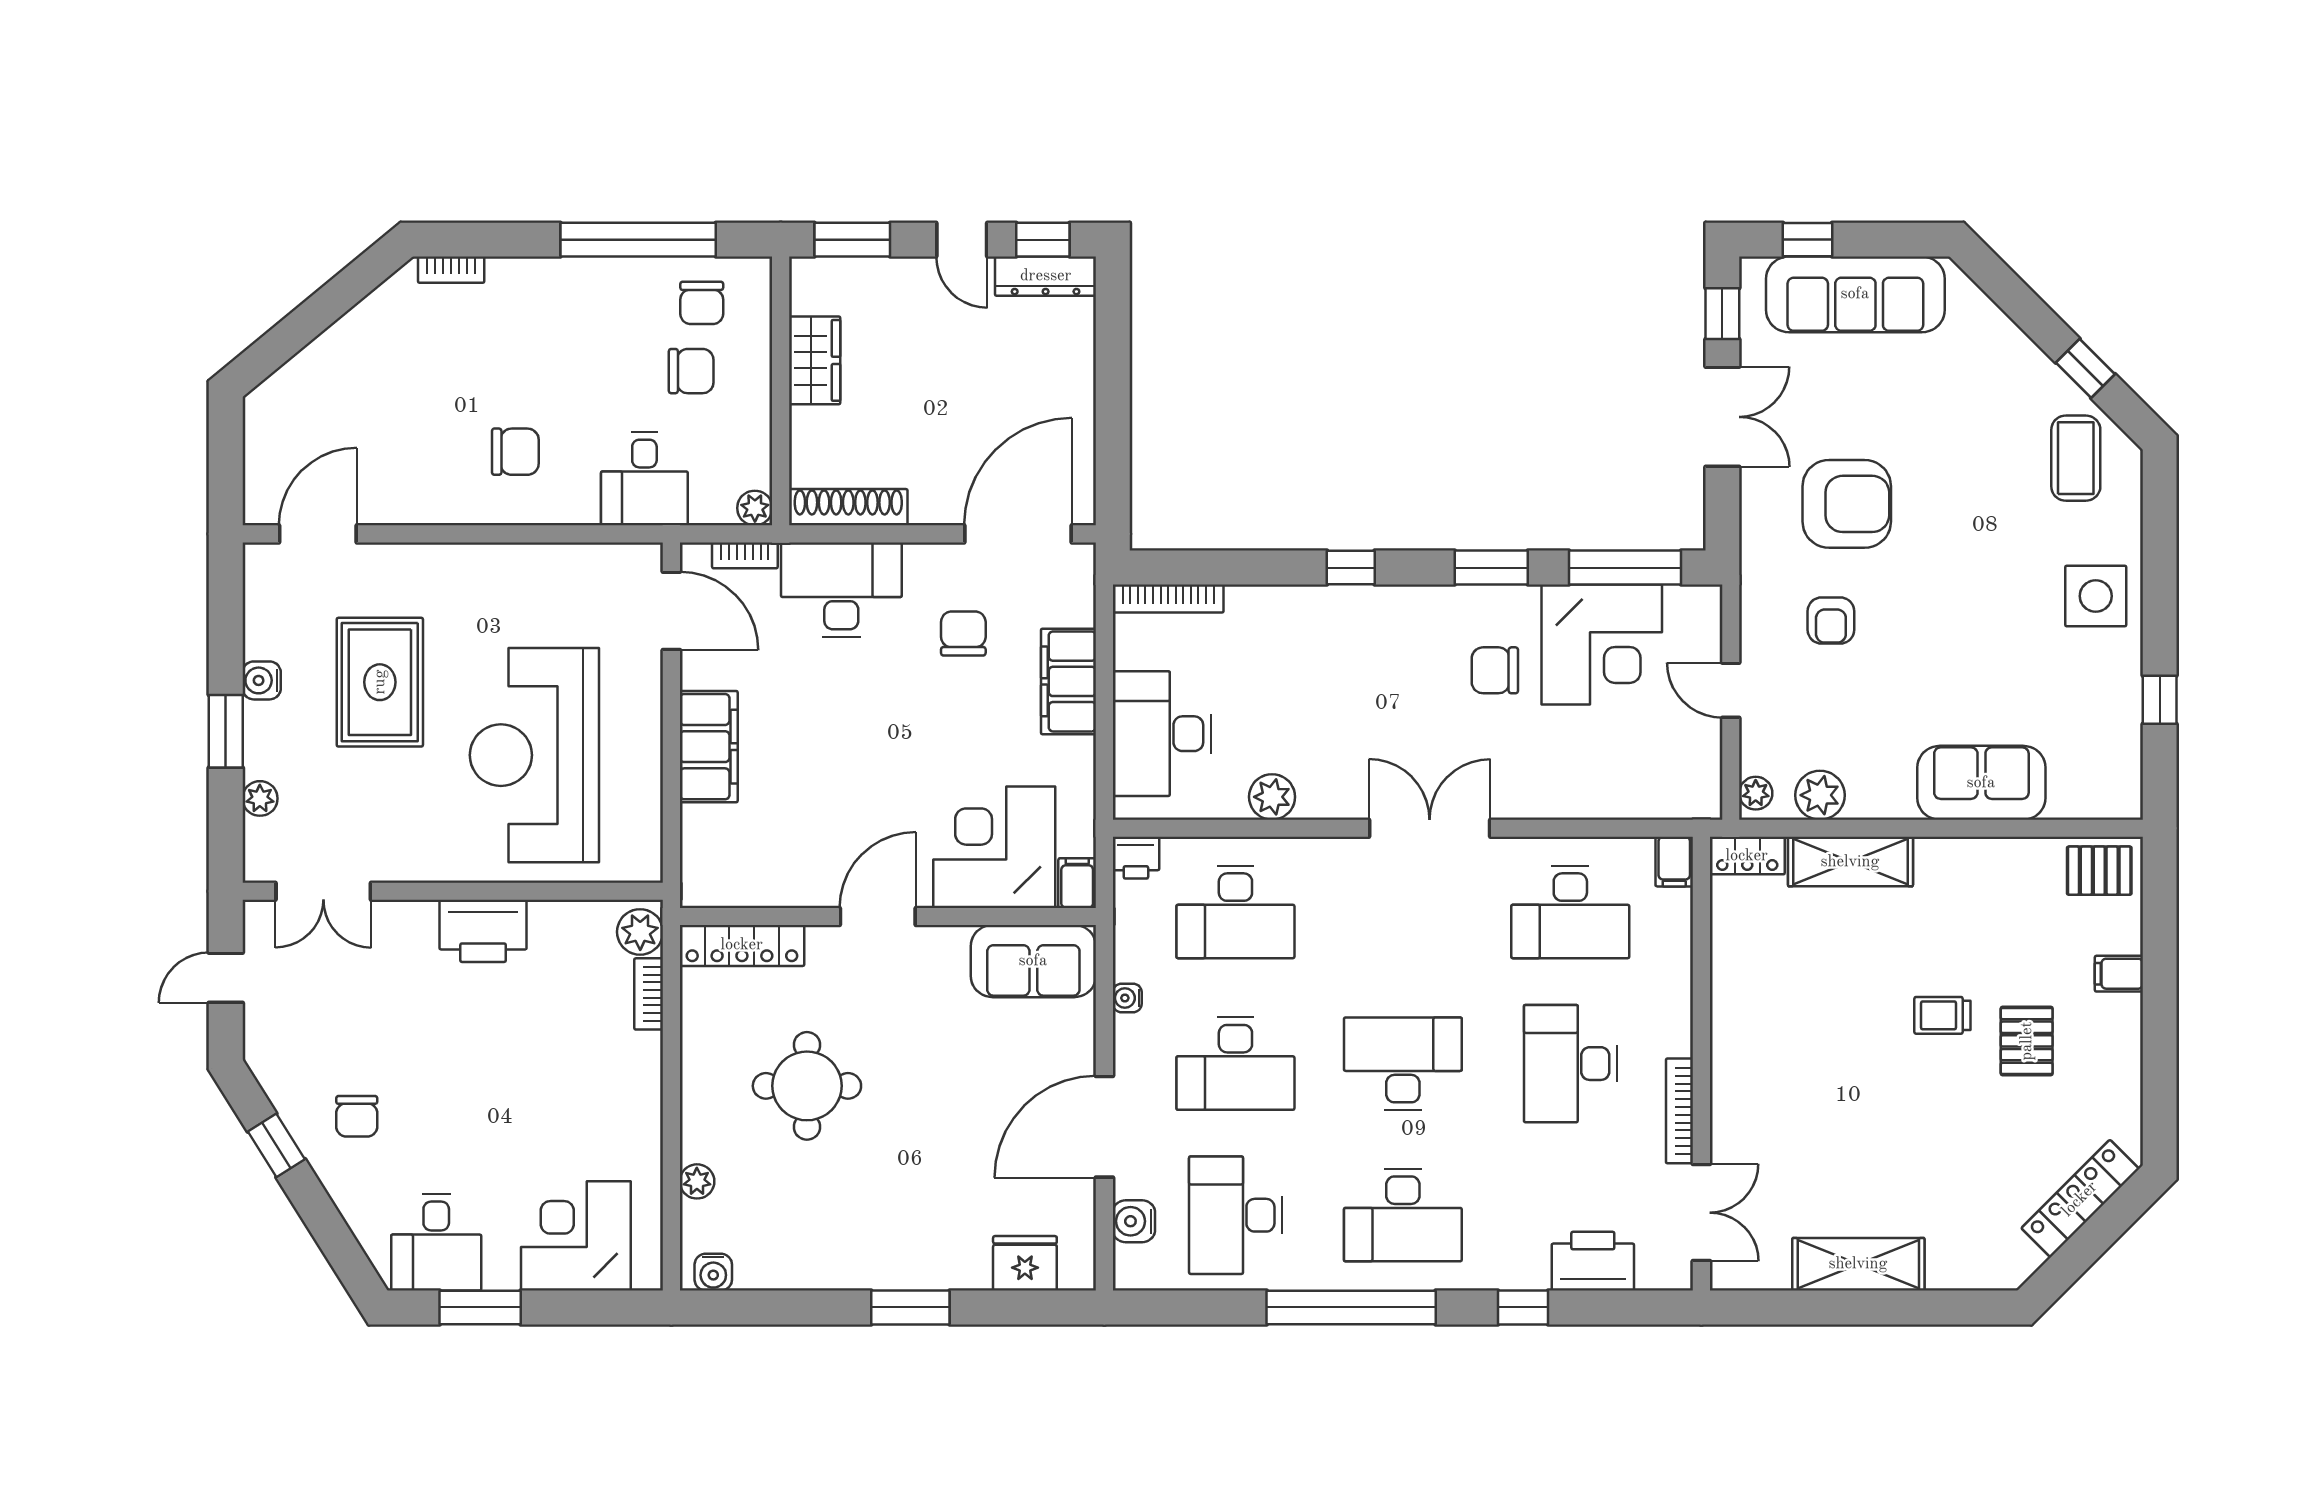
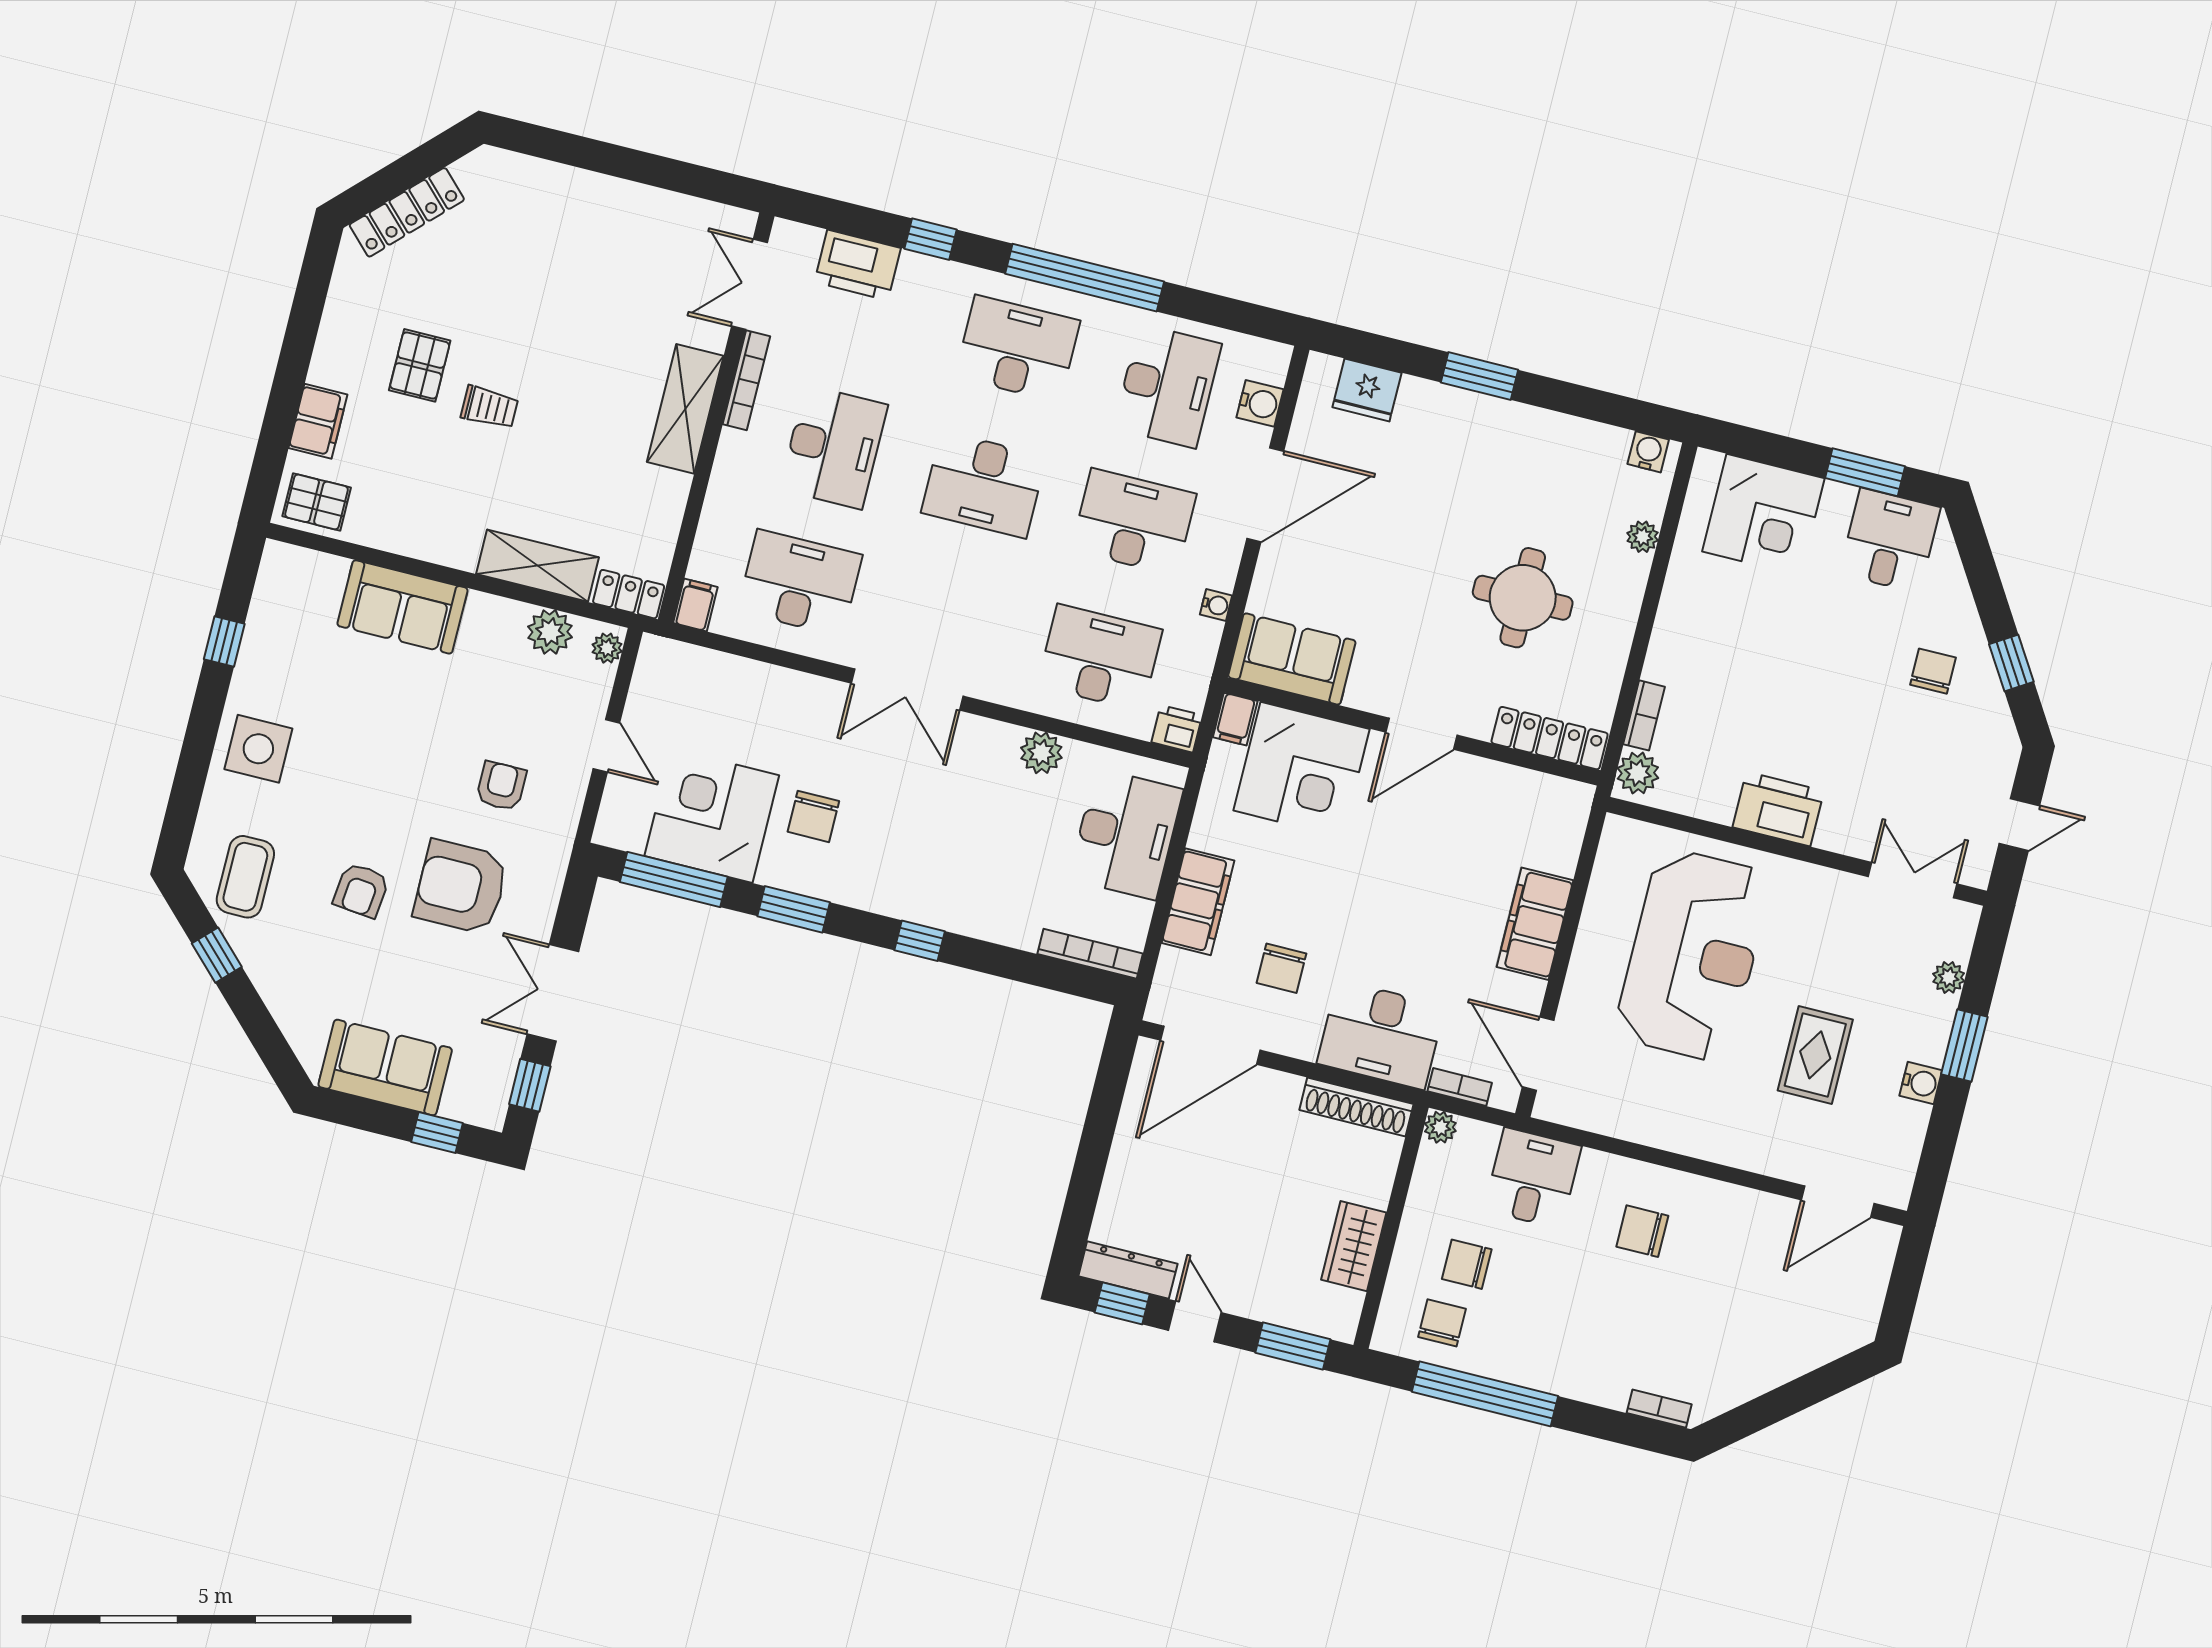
sofa: (1855, 294) -> (385, 1067), width x0.73
armchair: (1951, 474) -> (361, 890), added
chair: (1495, 670) -> (813, 816), turned 90
rug: (380, 682) -> (1815, 1055), width x0.73, depth x0.70
filing cabinet: (2119, 974) -> (318, 421), width x2.00
shelving: (1858, 1264) -> (685, 409), moved, turned 90

